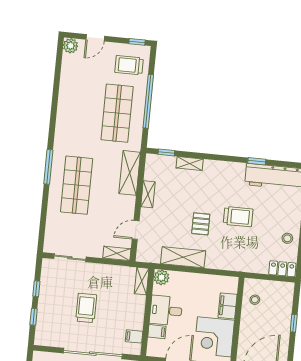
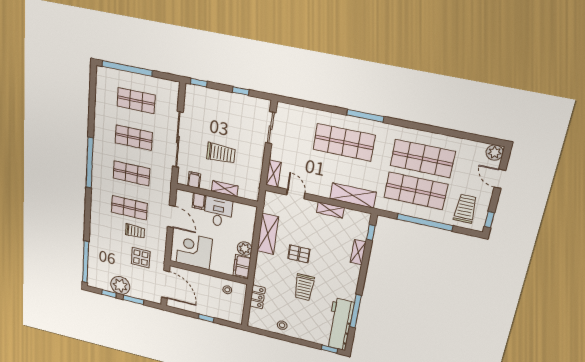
shop shelf: (84, 110) -> (423, 159), added
window: (257, 161) -> (356, 311), width x2.17
locker: (282, 269) -> (257, 297), moved
plant: (161, 277) -> (245, 248), moved
shelving: (142, 281) -> (225, 189), moved
filing cabinet: (228, 306) -> (242, 266), moved, turned -90
trolley: (86, 308) -> (221, 153), moved
window: (34, 317) -> (199, 83), moved

